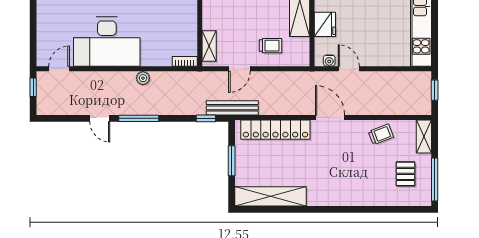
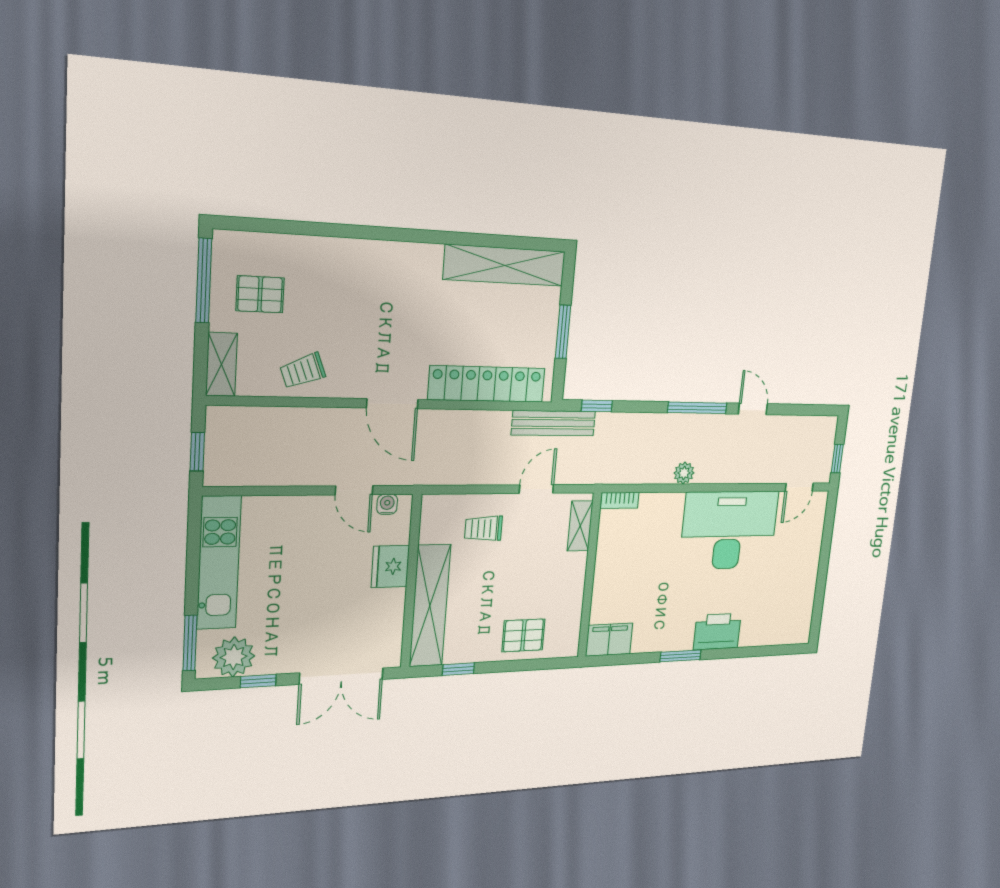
pallet: (406, 174) -> (260, 294), turned 90

